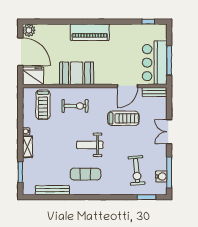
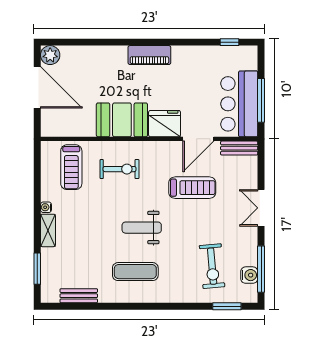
piano: (90, 32) -> (149, 55), width x0.73, depth x0.75
fridge: (33, 76) -> (165, 124), moved
bench: (52, 190) -> (79, 296), width x0.73

